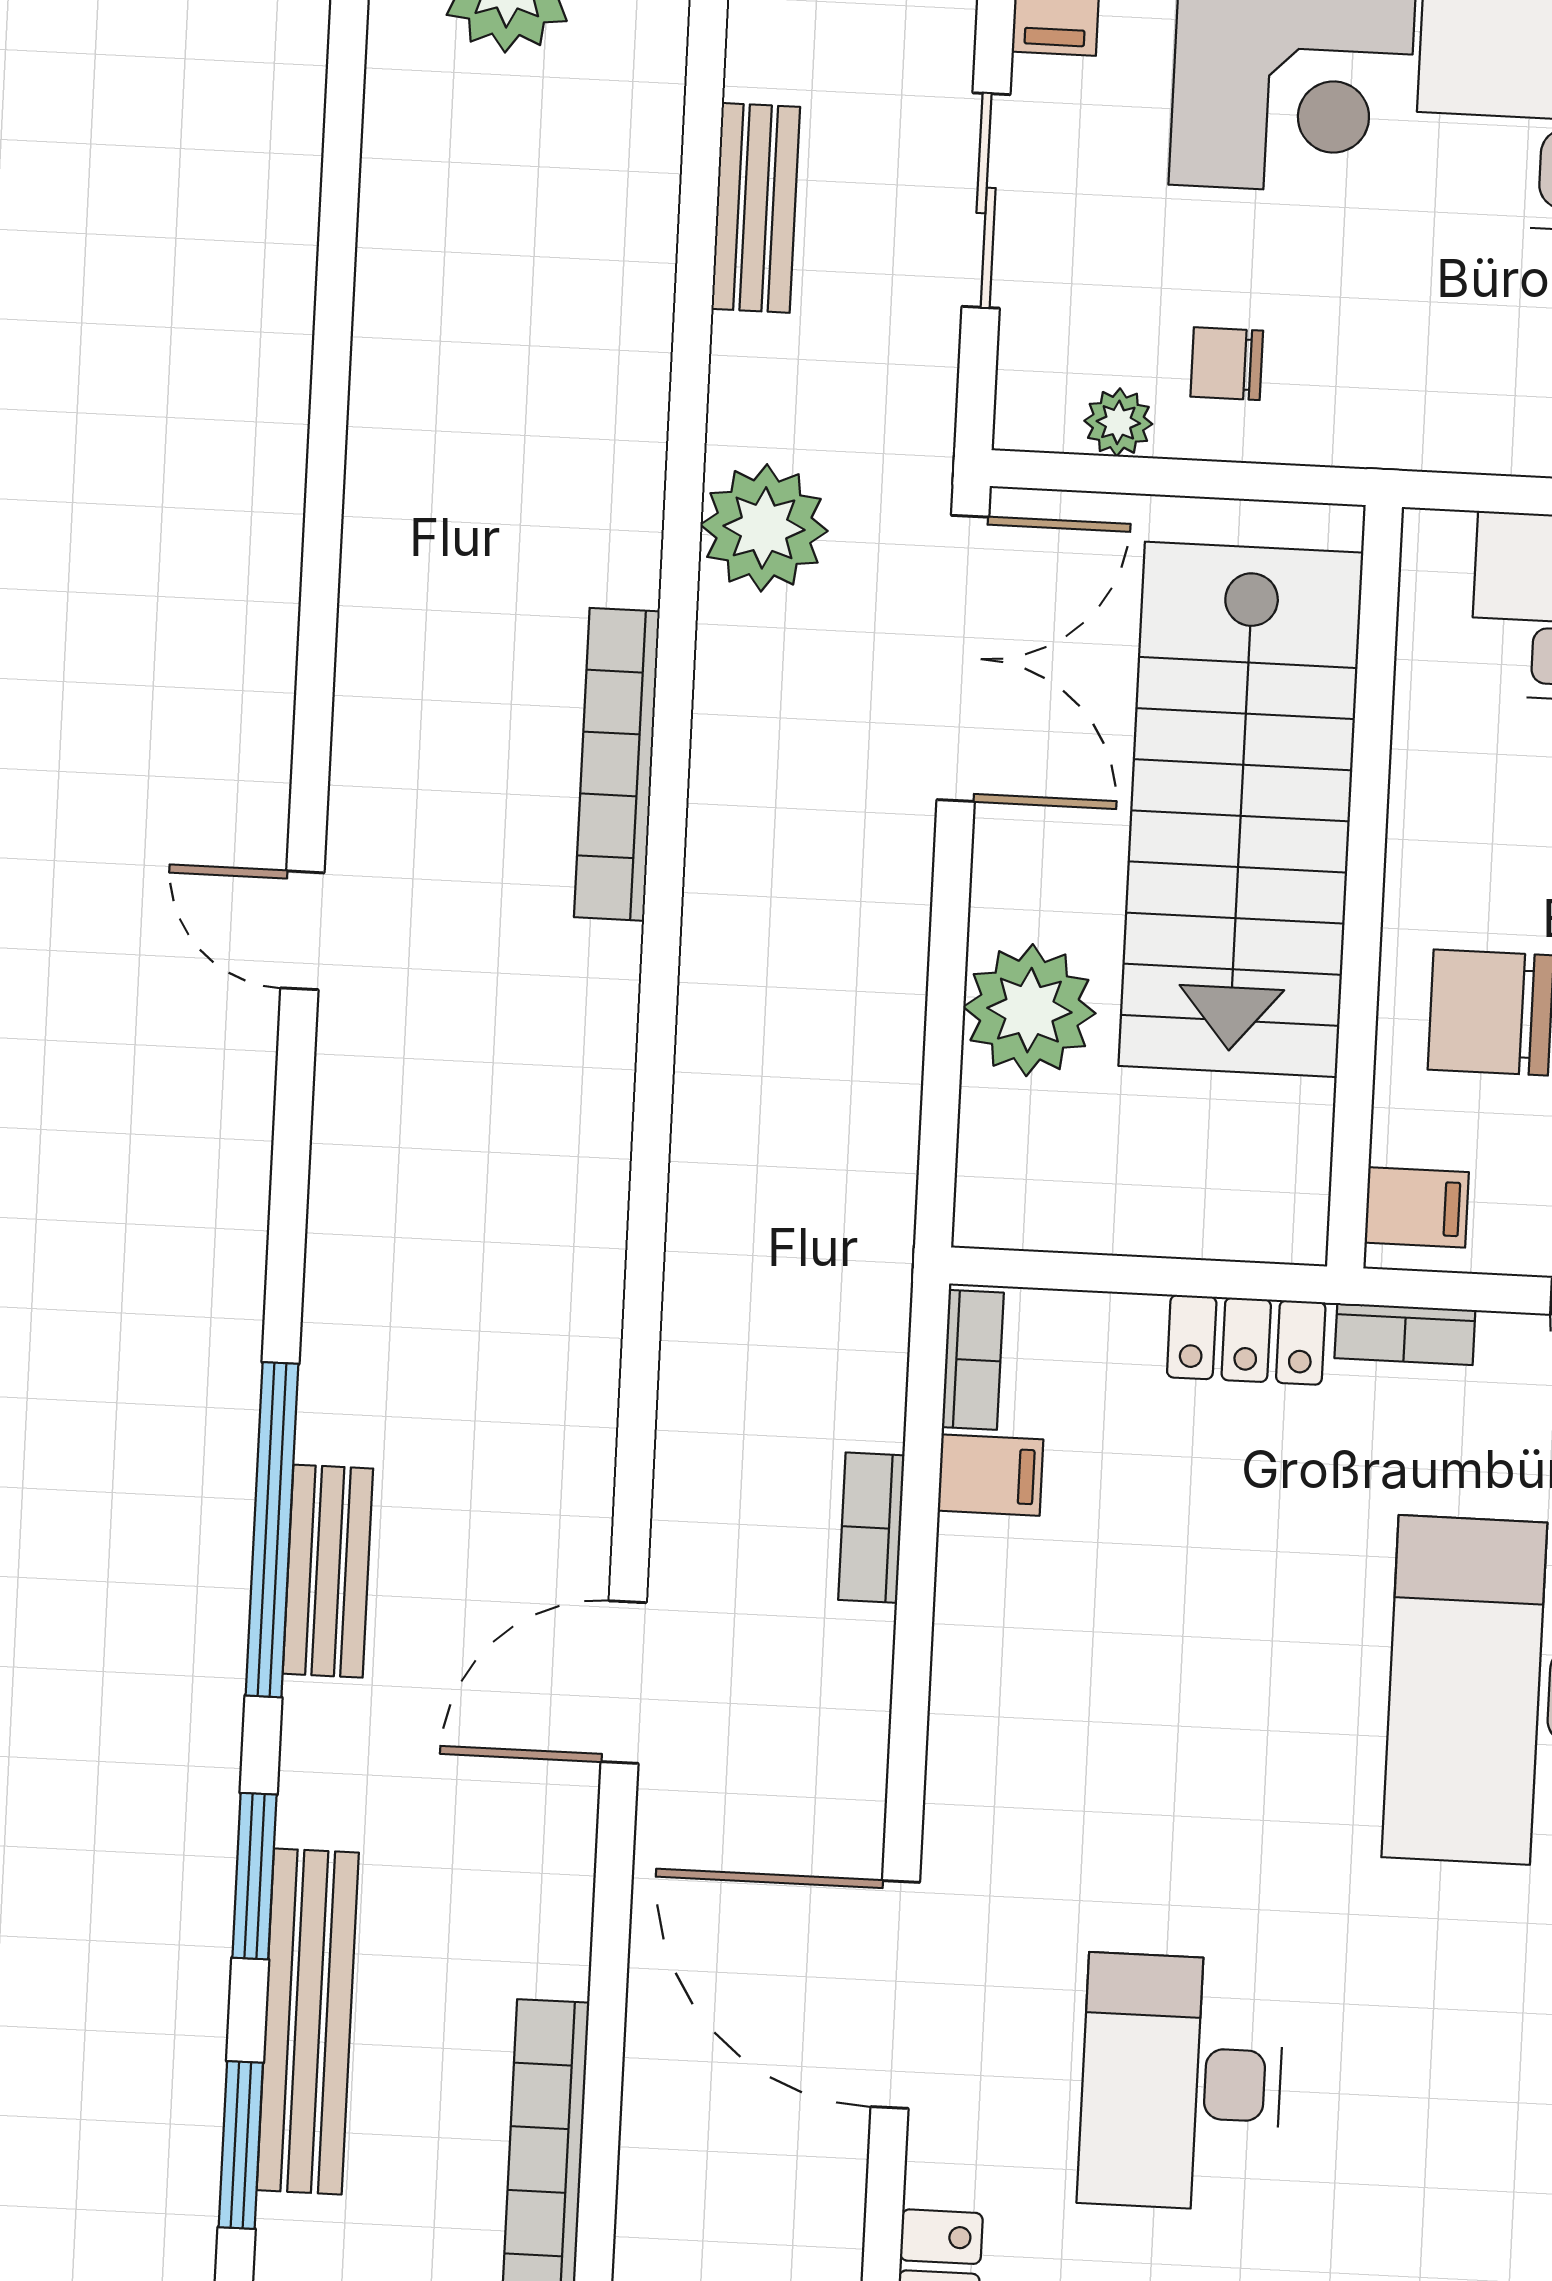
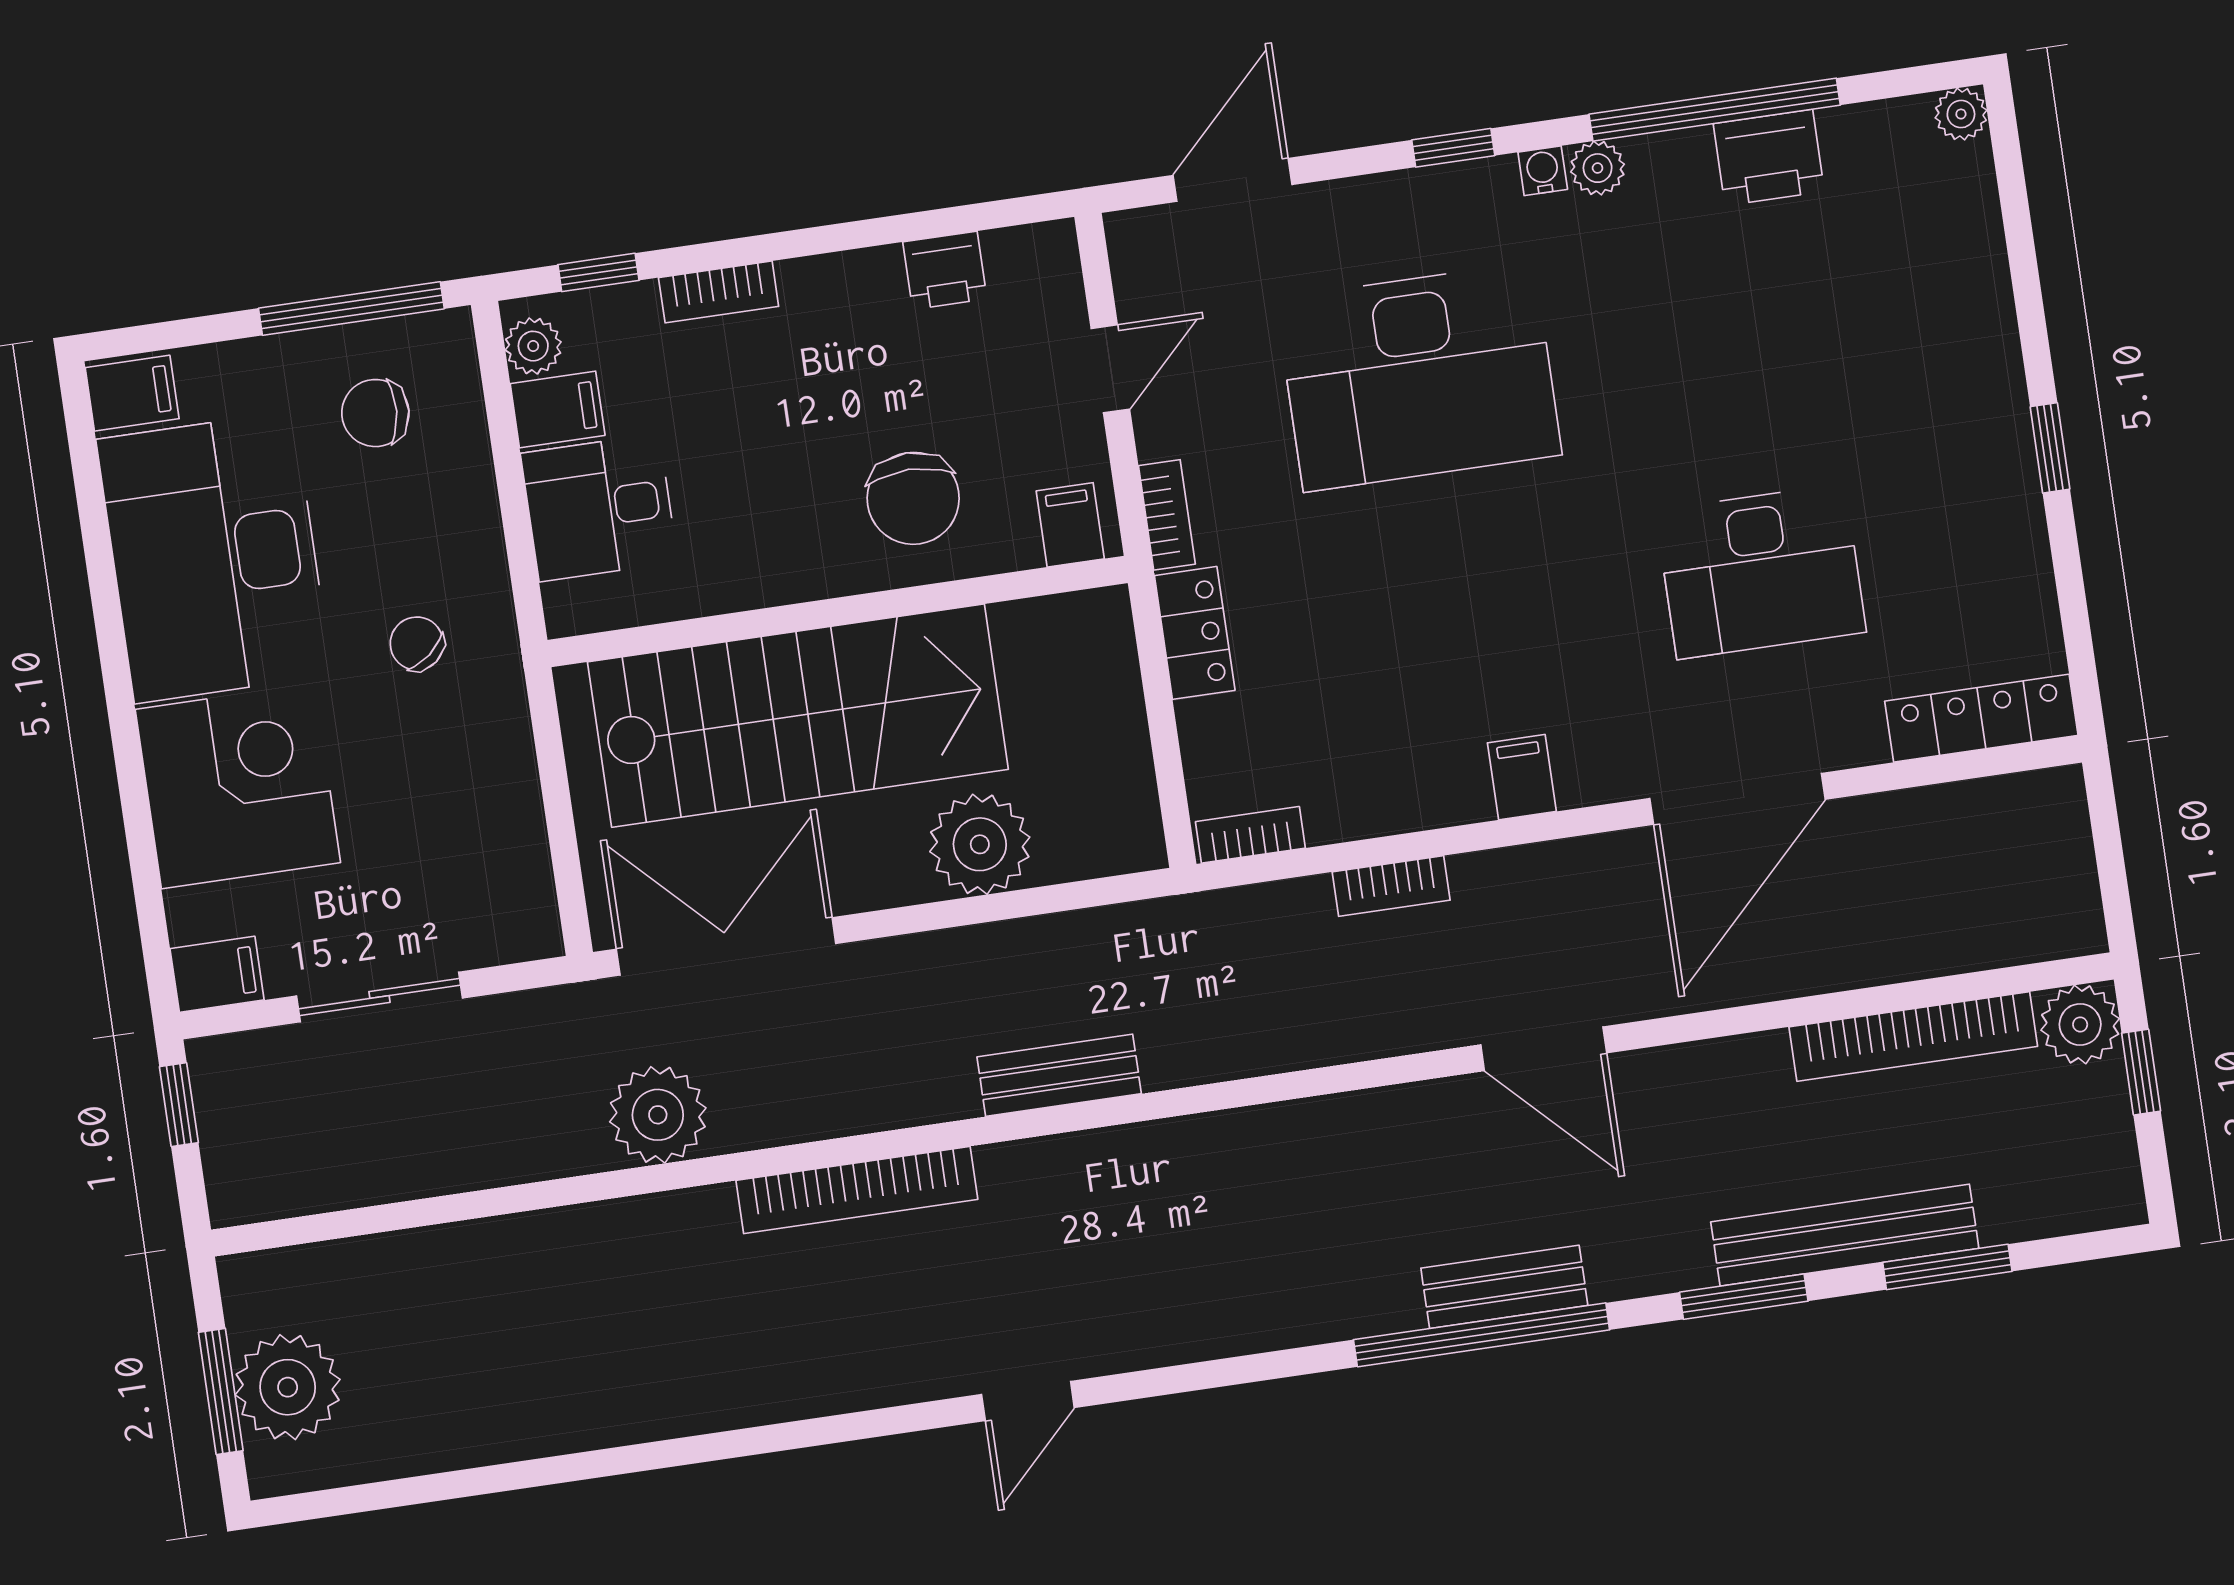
bench: (756, 208) -> (1059, 1075), moved
chair: (1227, 364) -> (417, 644), moved, turned 141
plant: (1118, 422) -> (526, 865), removed
filing cabinet: (991, 1475) -> (1522, 777), moved

